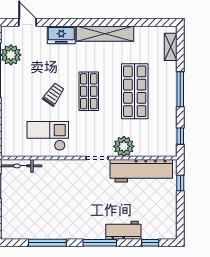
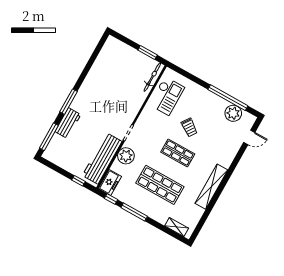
freezer: (61, 35) -> (110, 182), moved, turned 180
window: (180, 89) -> (134, 212), moved
checkout: (48, 136) -> (167, 96), moved
window: (47, 243) -> (89, 65), removed
window: (150, 243) -> (49, 137), width x2.17

